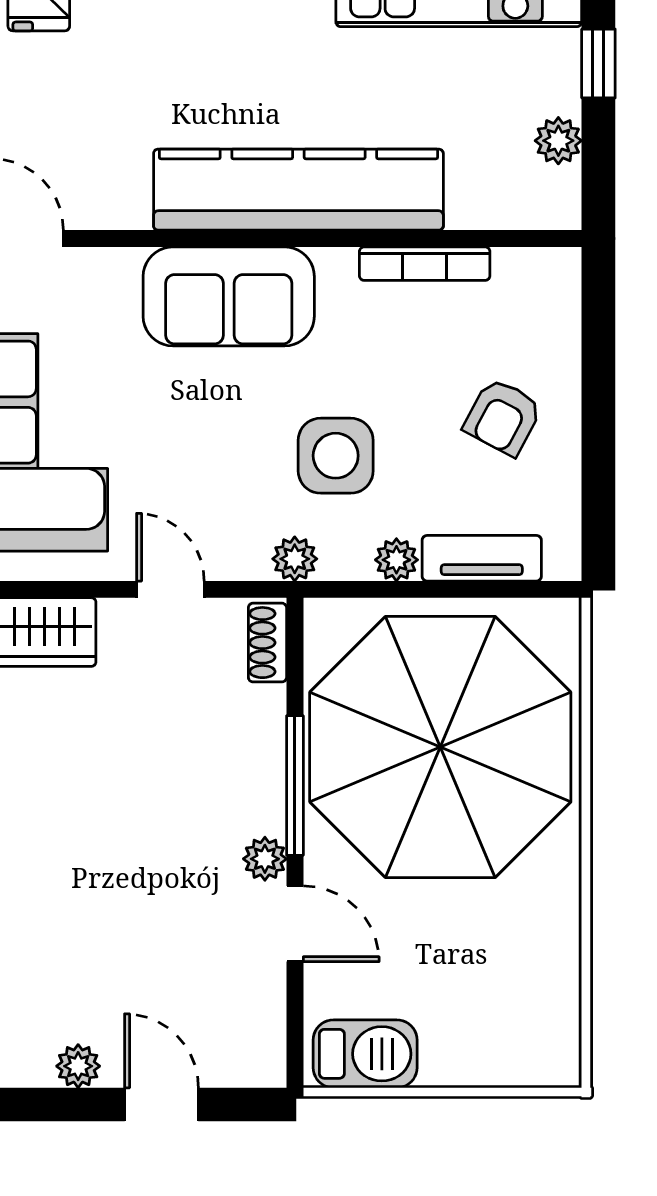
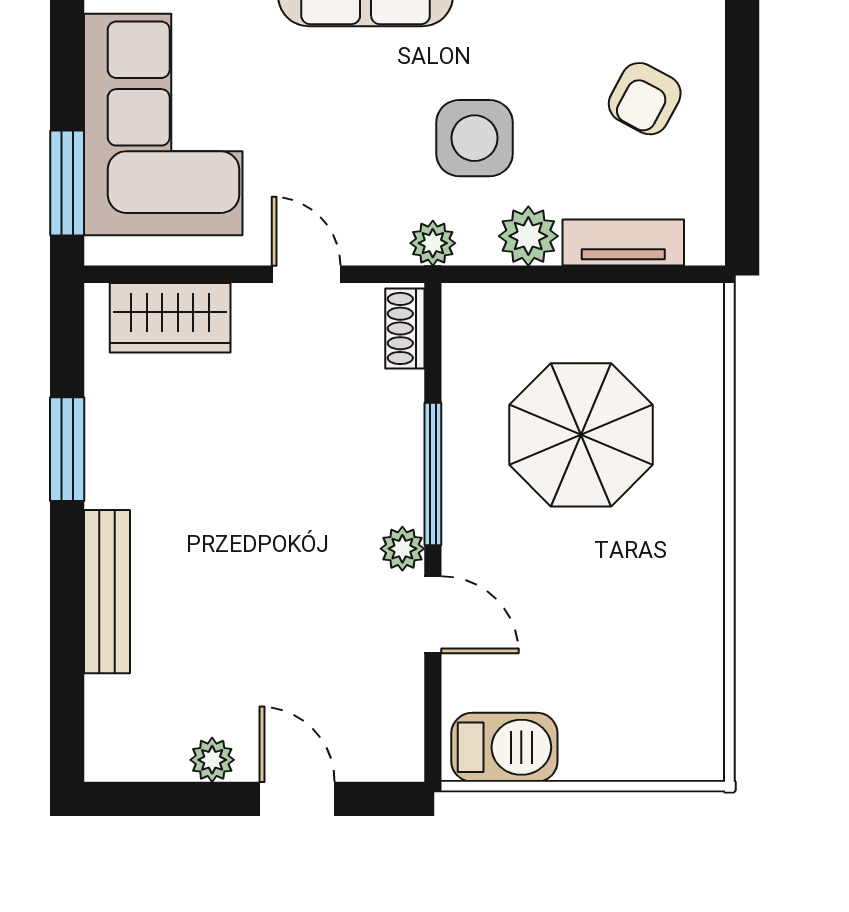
plant: (396, 560) -> (528, 236), width x1.38, depth x1.38
parasol: (440, 747) -> (581, 435), width x0.54, depth x0.54

